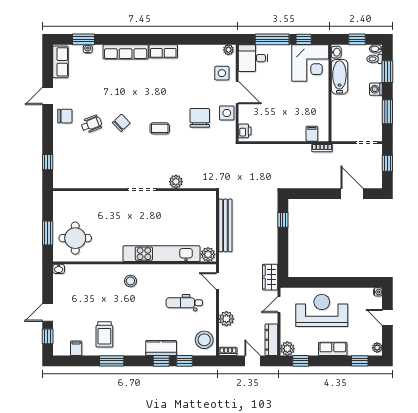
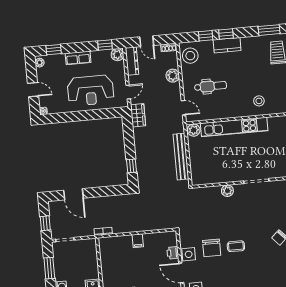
coffee table: (160, 128) -> (236, 246), moved
printer: (245, 131) -> (173, 253), moved
filing cabinet: (312, 134) -> (138, 241), moved

